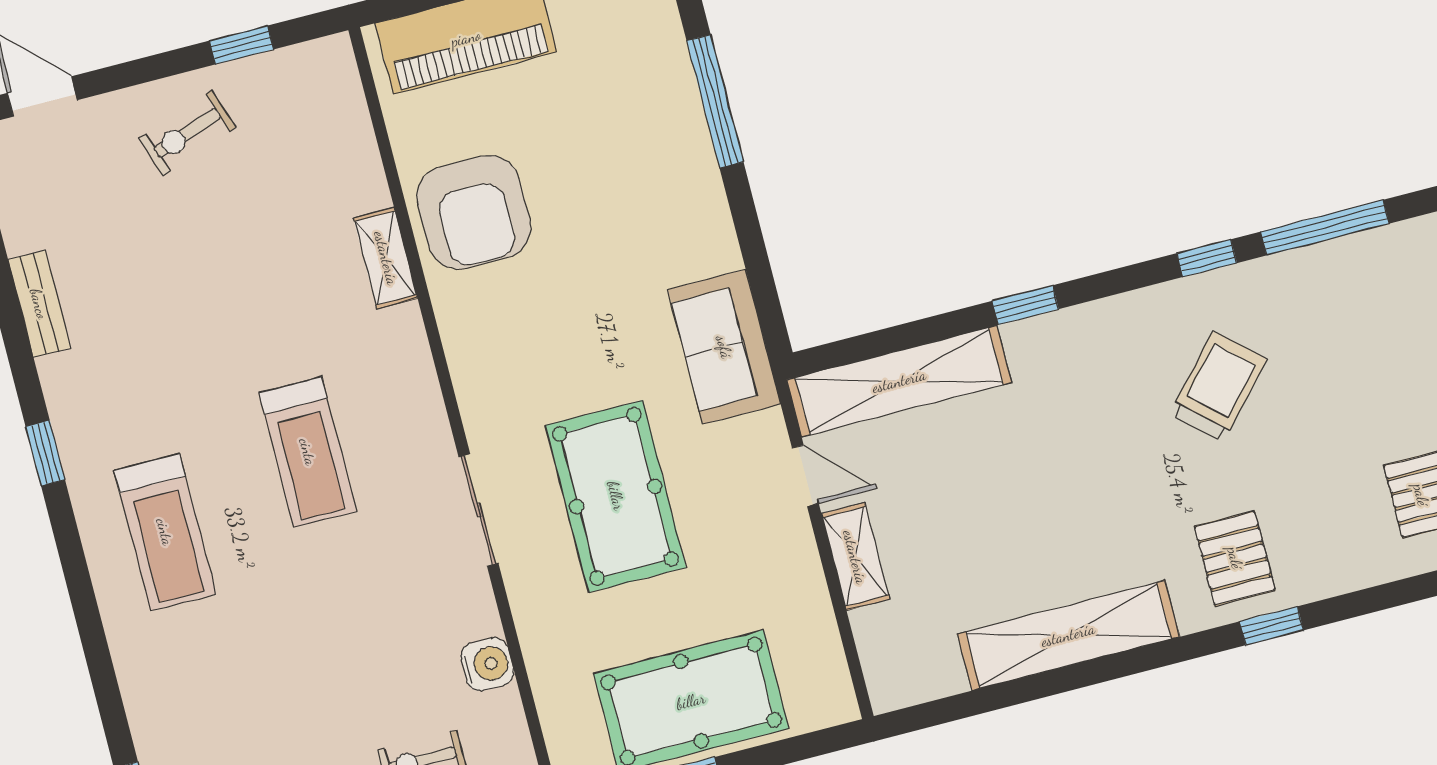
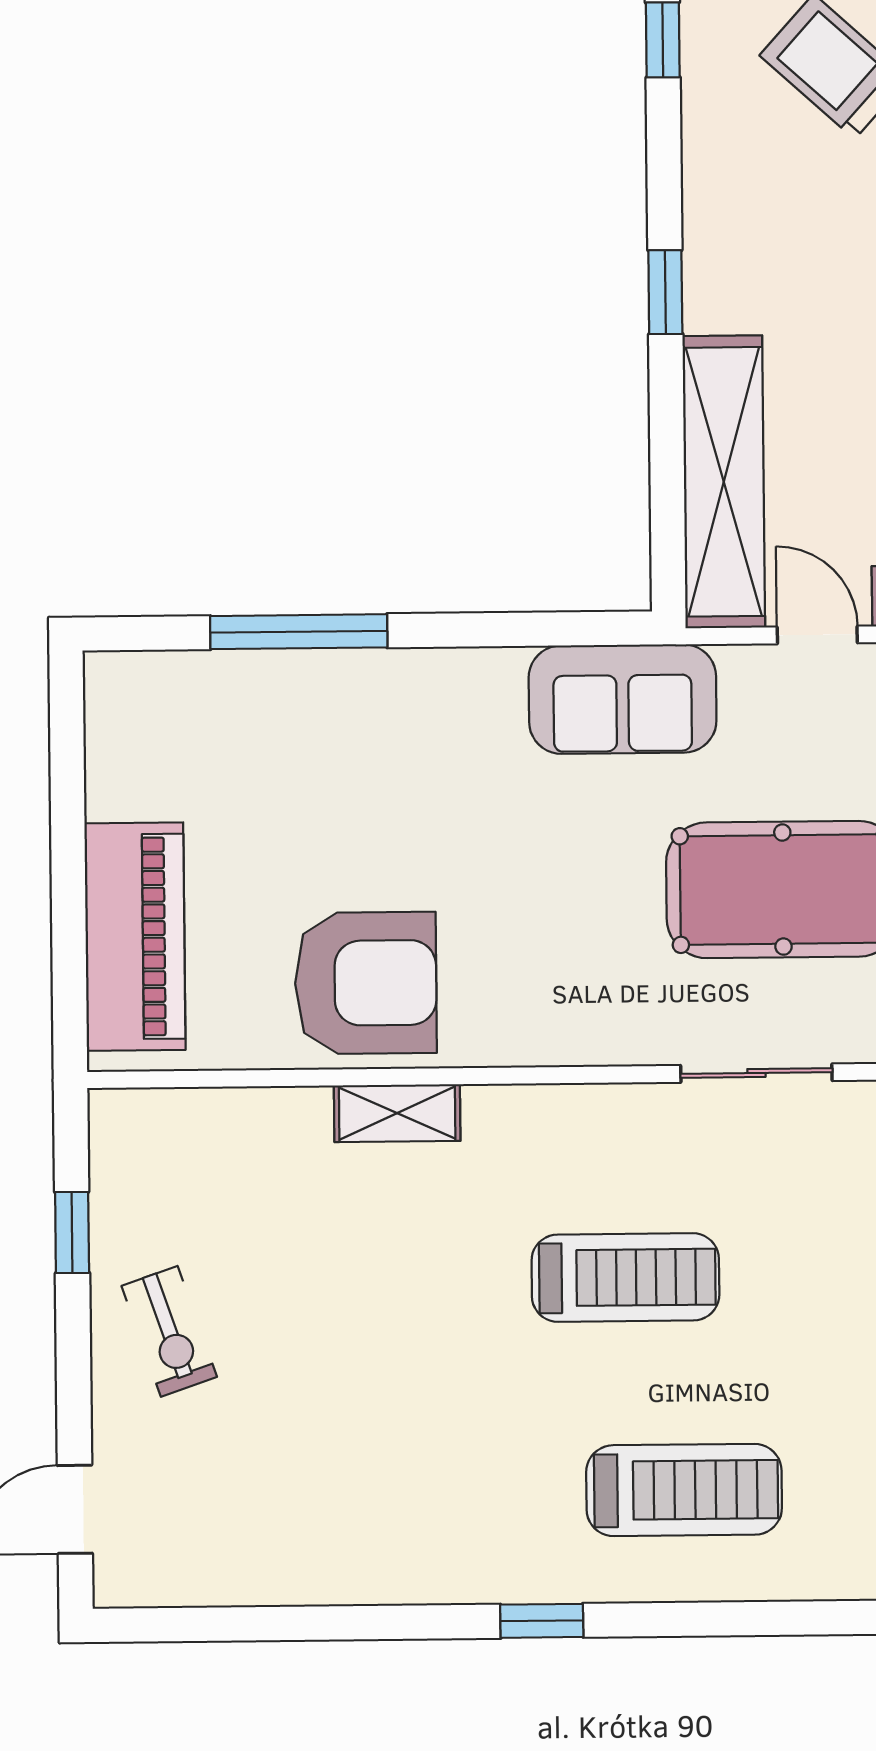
bench: (39, 304) -> (345, 1580), removed
door: (805, 476) -> (817, 635), hinge flipped

